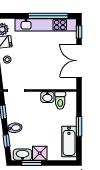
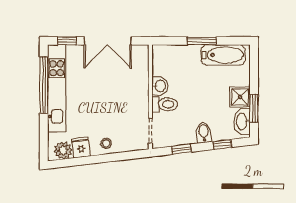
toilet: (60, 100) -> (165, 104), moved

